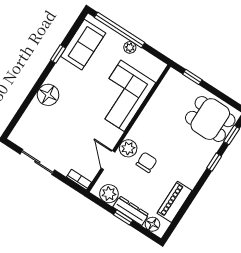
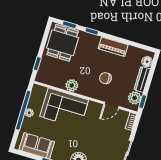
window: (120, 30) -> (23, 110), moved
plant: (128, 148) -> (72, 85), moved
piano: (175, 202) -> (113, 47), moved
window: (123, 217) -> (143, 102), moved

